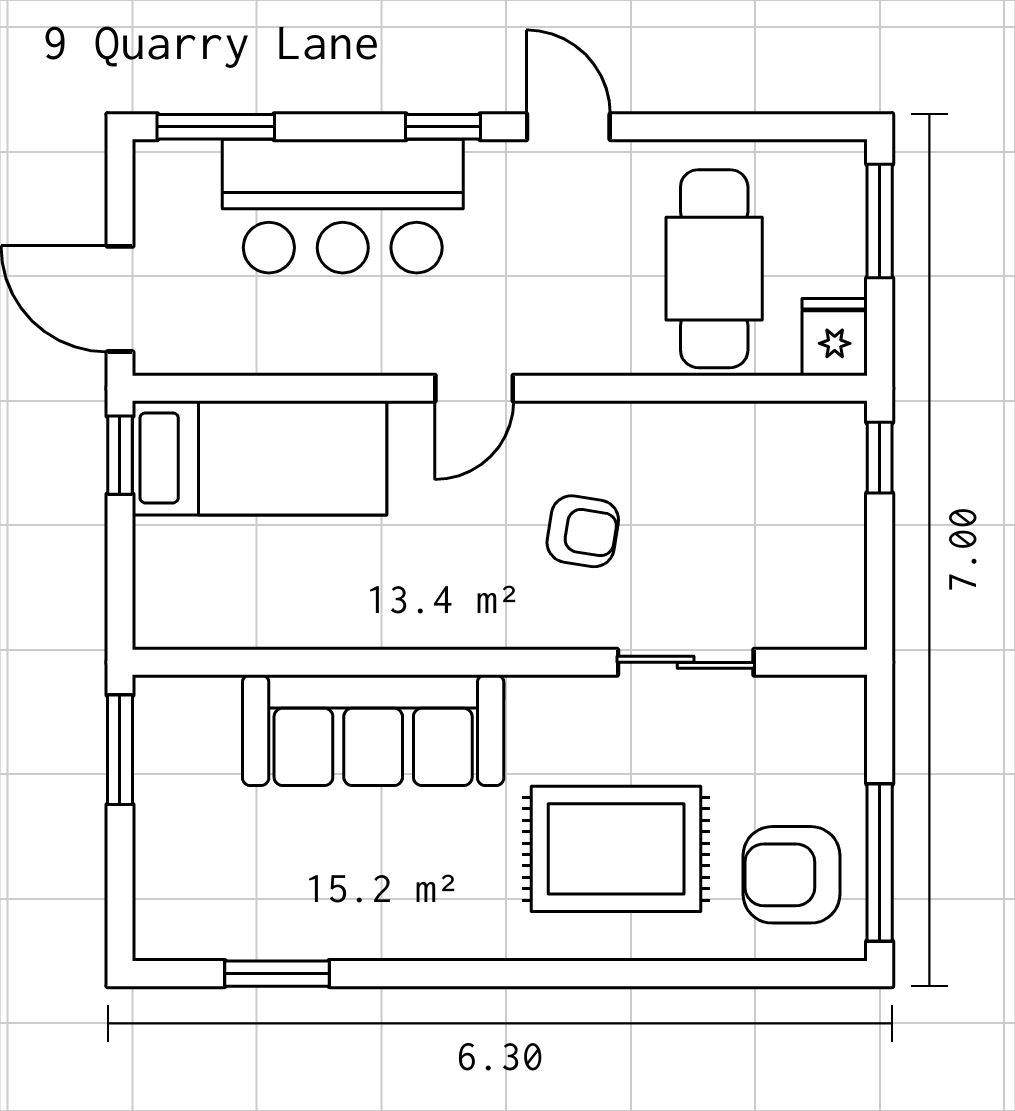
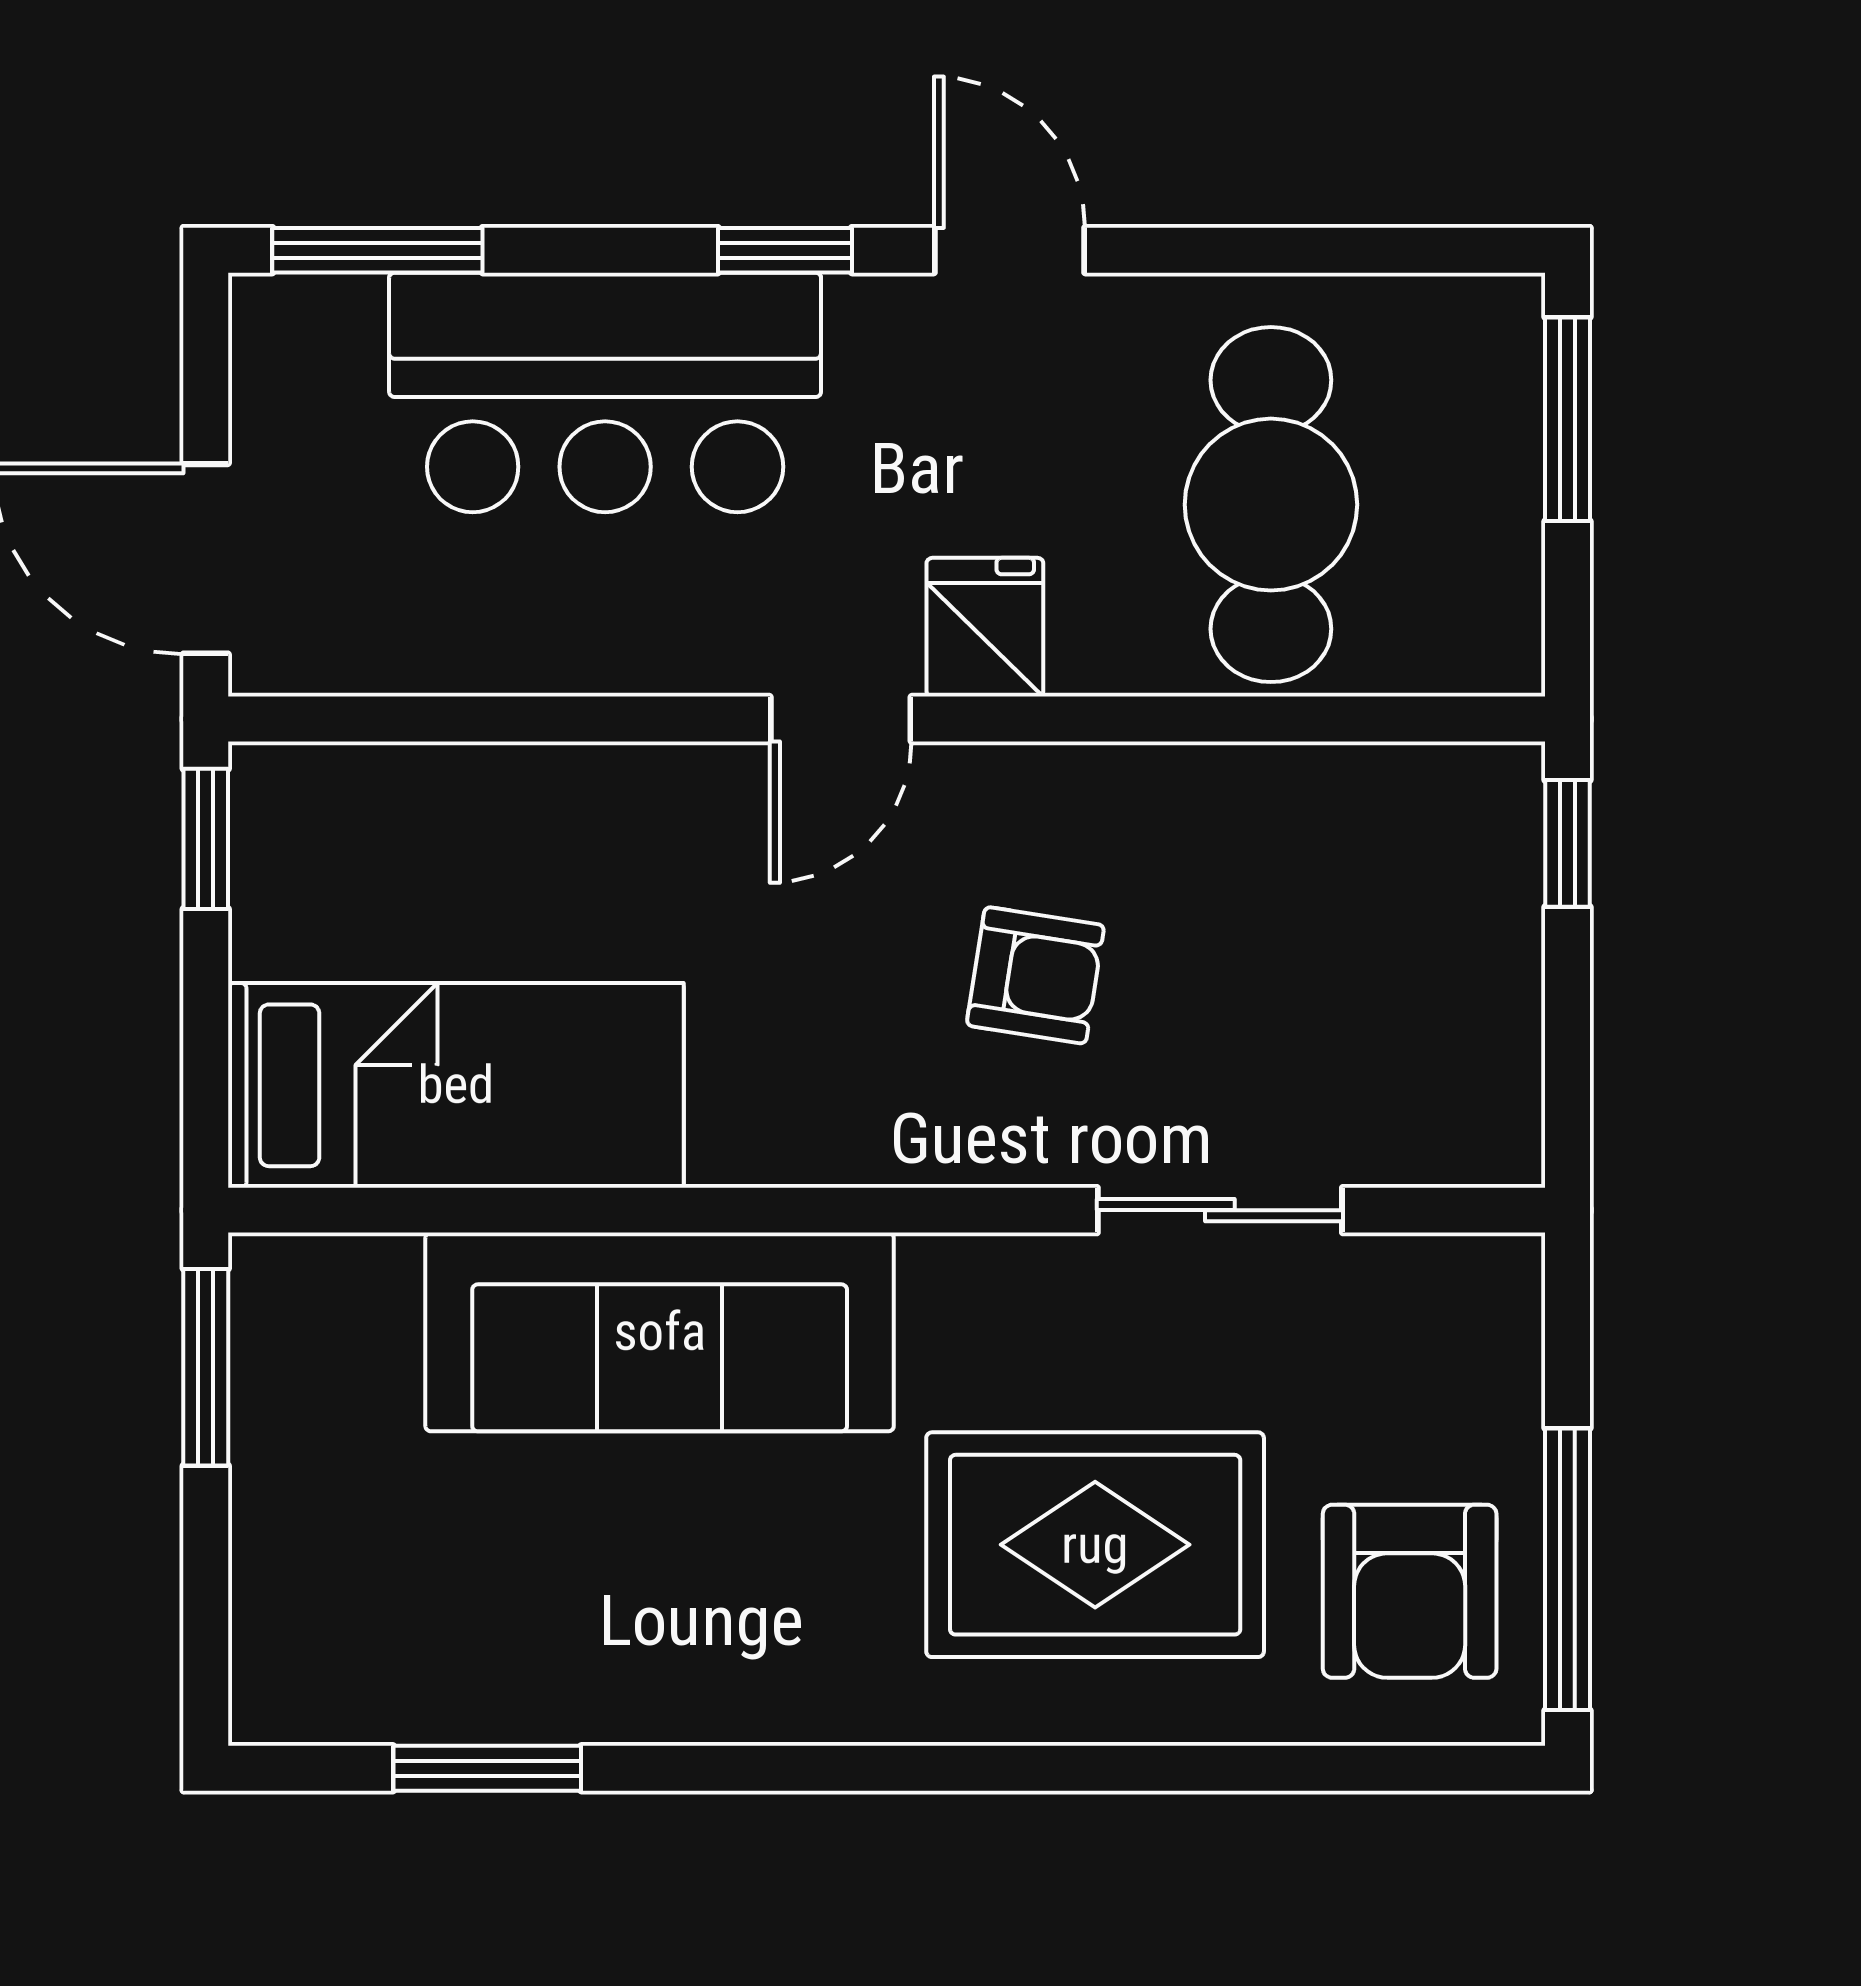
fridge: (835, 337) -> (985, 627), moved
bed: (259, 458) -> (456, 1085), moved
armchair: (791, 875) -> (1410, 1591), turned -90

